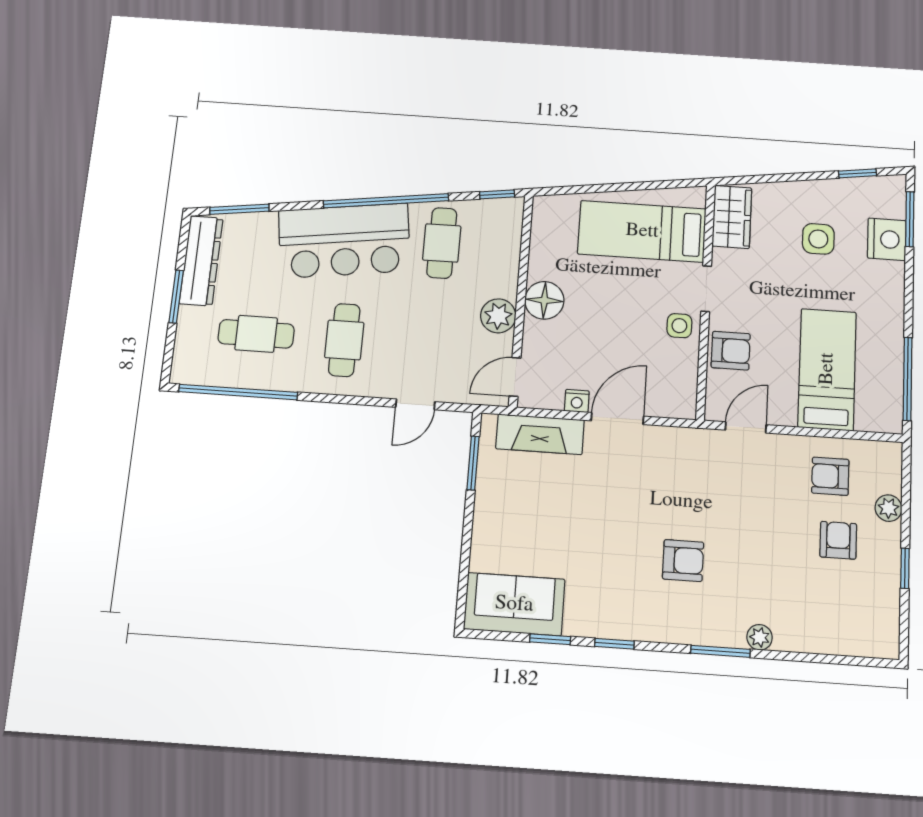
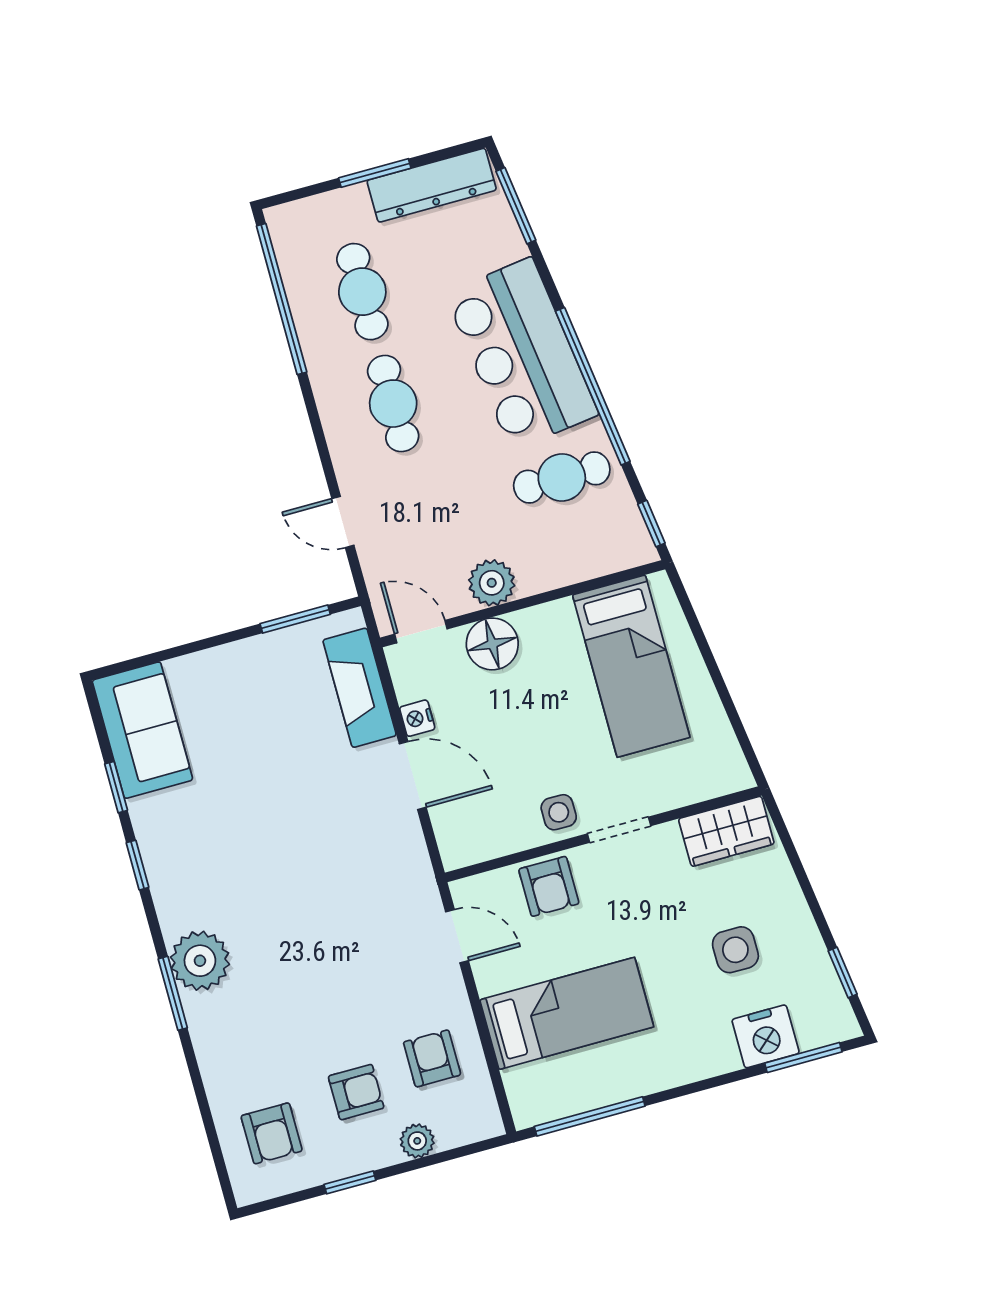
bed: (642, 231) -> (631, 666), moved, turned 180
floor lamp: (544, 300) -> (492, 644), moved
cafe table: (344, 340) -> (393, 404), turned 90
armchair: (683, 560) -> (272, 1133), moved
plant: (760, 637) -> (200, 961), moved, width x1.87, depth x1.87

